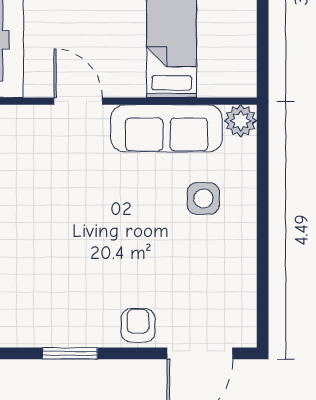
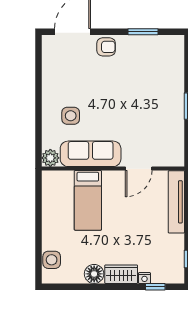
door: (78, 101) -> (139, 169), hinge flipped
armchair: (138, 325) -> (106, 47), turned -90

